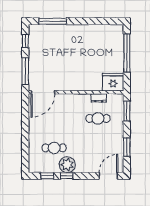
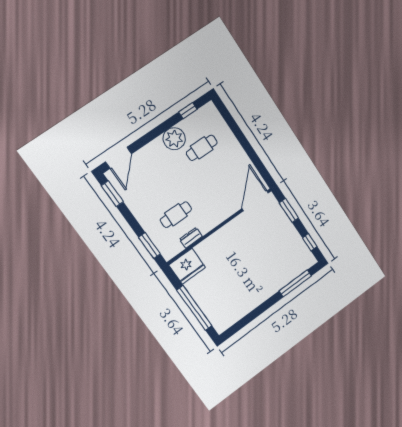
window: (25, 71) -> (289, 210), width x0.69
window: (127, 147) -> (112, 194), moved
window: (67, 176) -> (166, 125), removed

